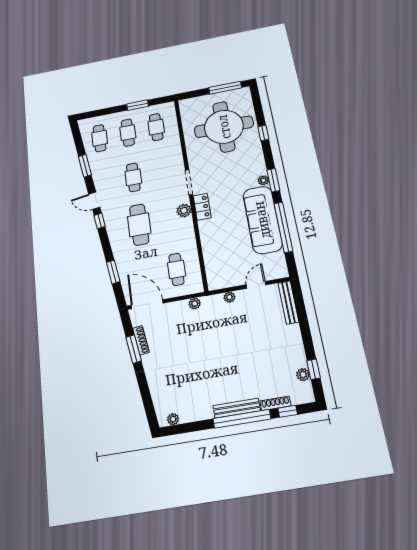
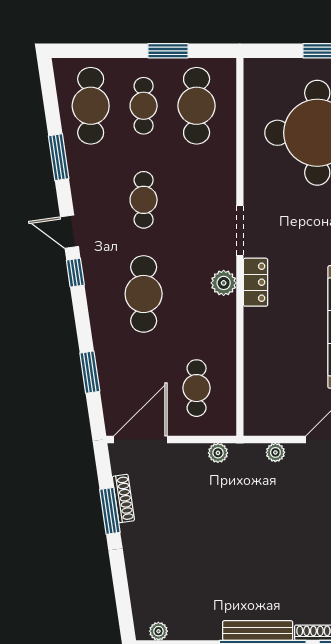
cafe table: (156, 127) -> (197, 106), width x1.37, depth x1.35
cafe table: (100, 138) -> (91, 106), width x1.37, depth x1.35
door: (147, 304) -> (140, 439), hinge flipped

